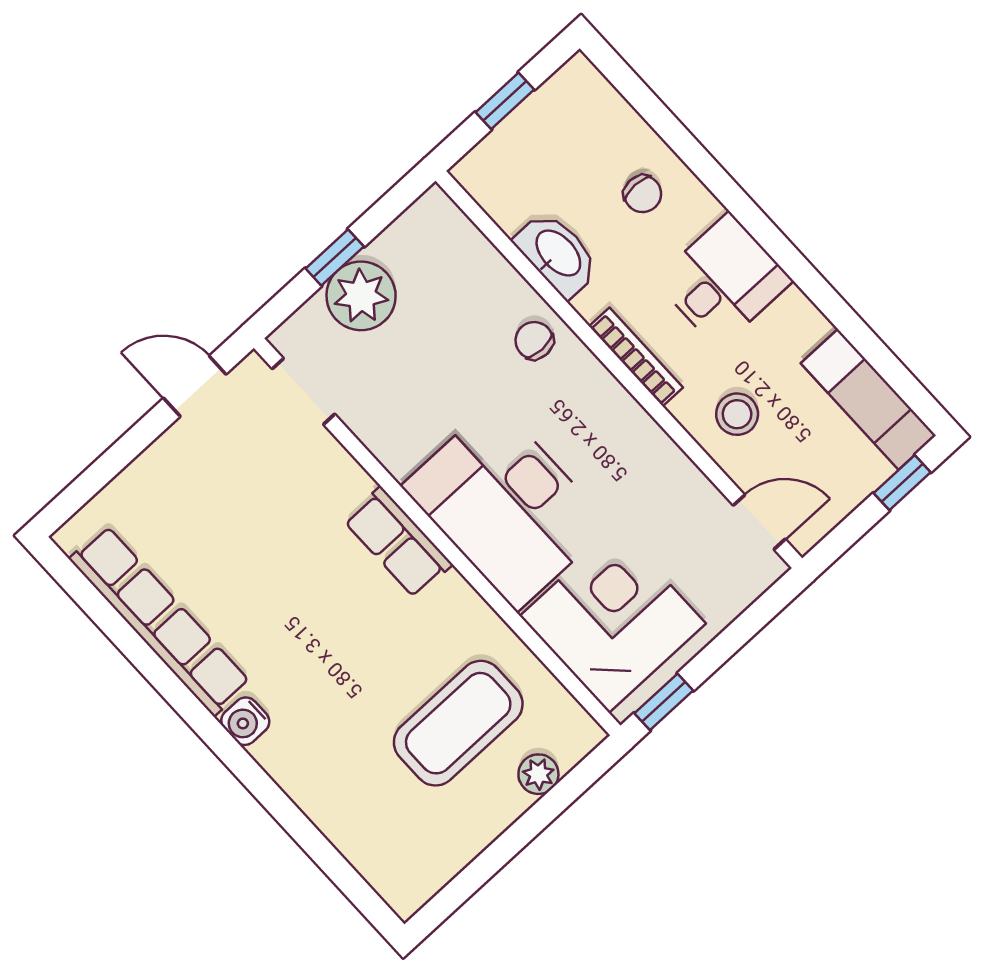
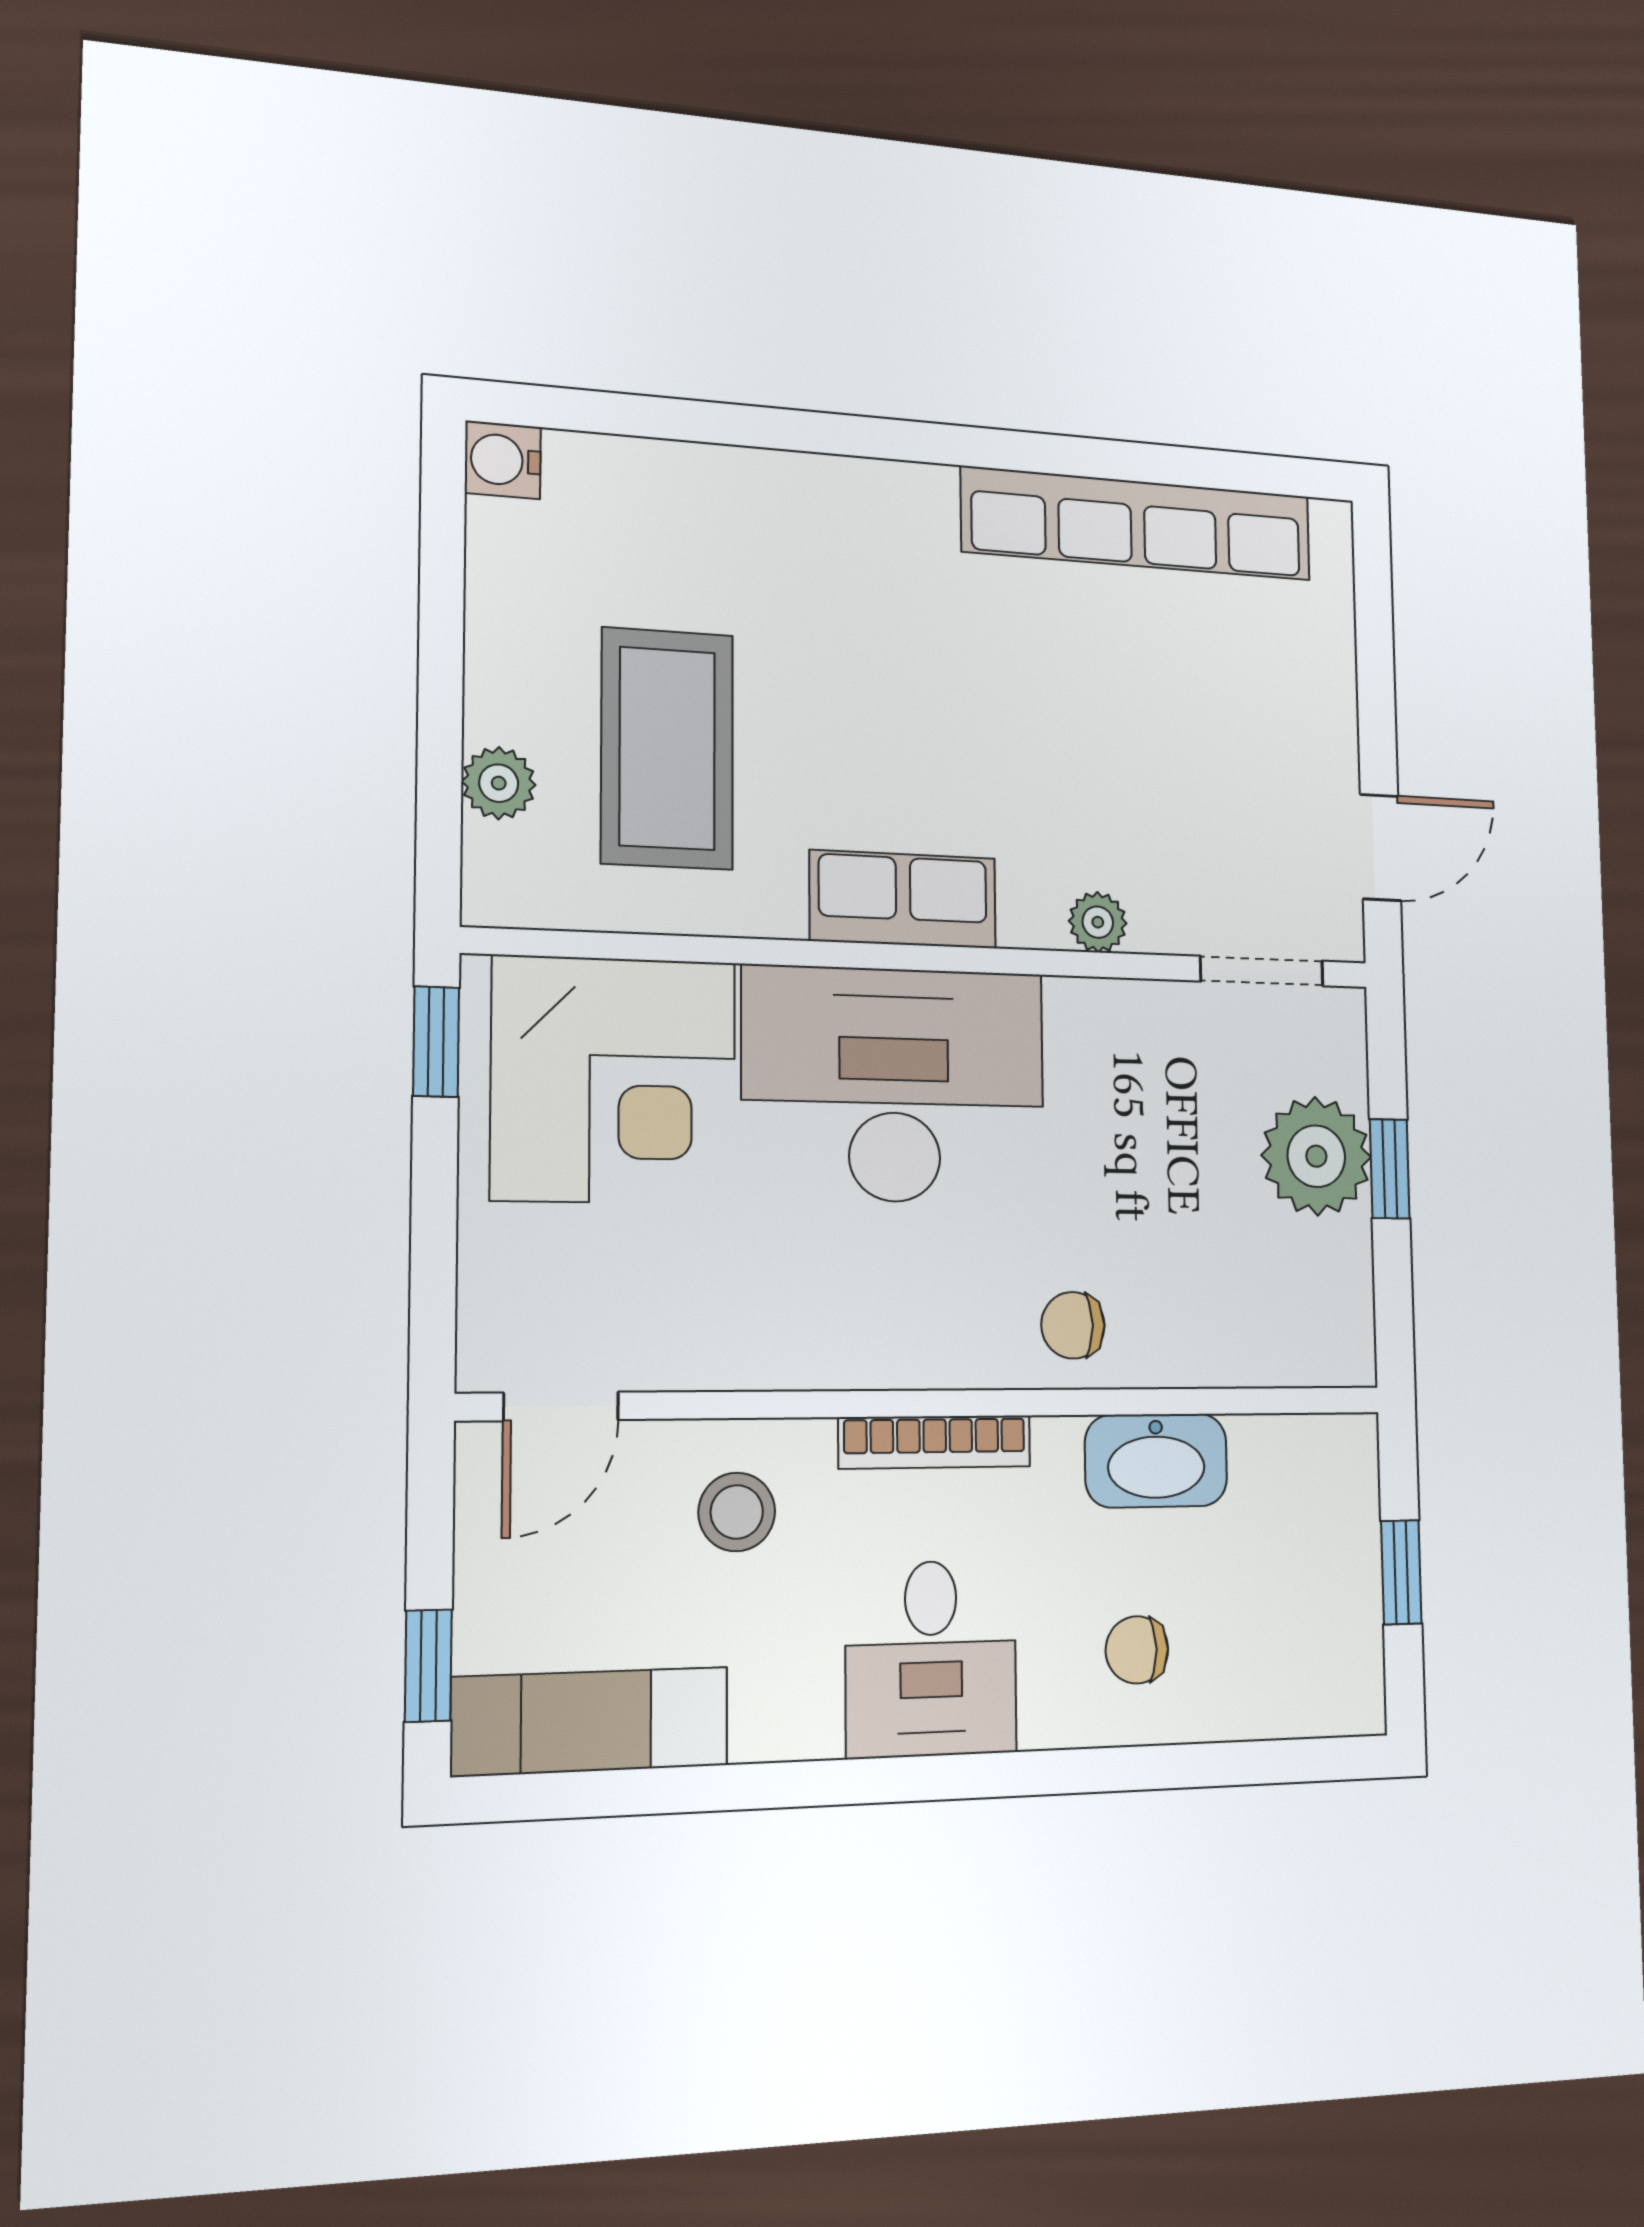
chair: (534, 341) -> (1073, 1325), turned 180
plant: (353, 482) -> (1098, 922), added
row of seats: (398, 542) -> (903, 899), moved
water cooler: (245, 721) -> (503, 460), moved, turned -90

